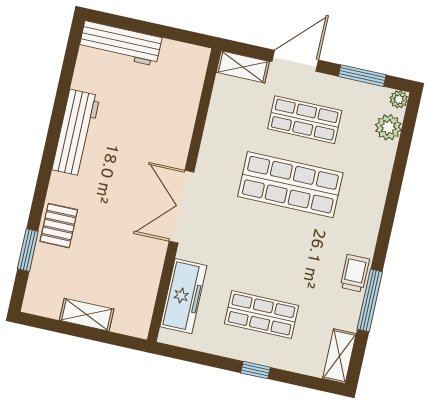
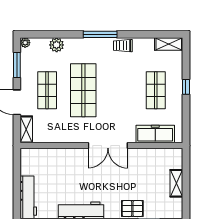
plant: (388, 127) -> (57, 45), moved
window: (370, 300) -> (100, 34), moved

